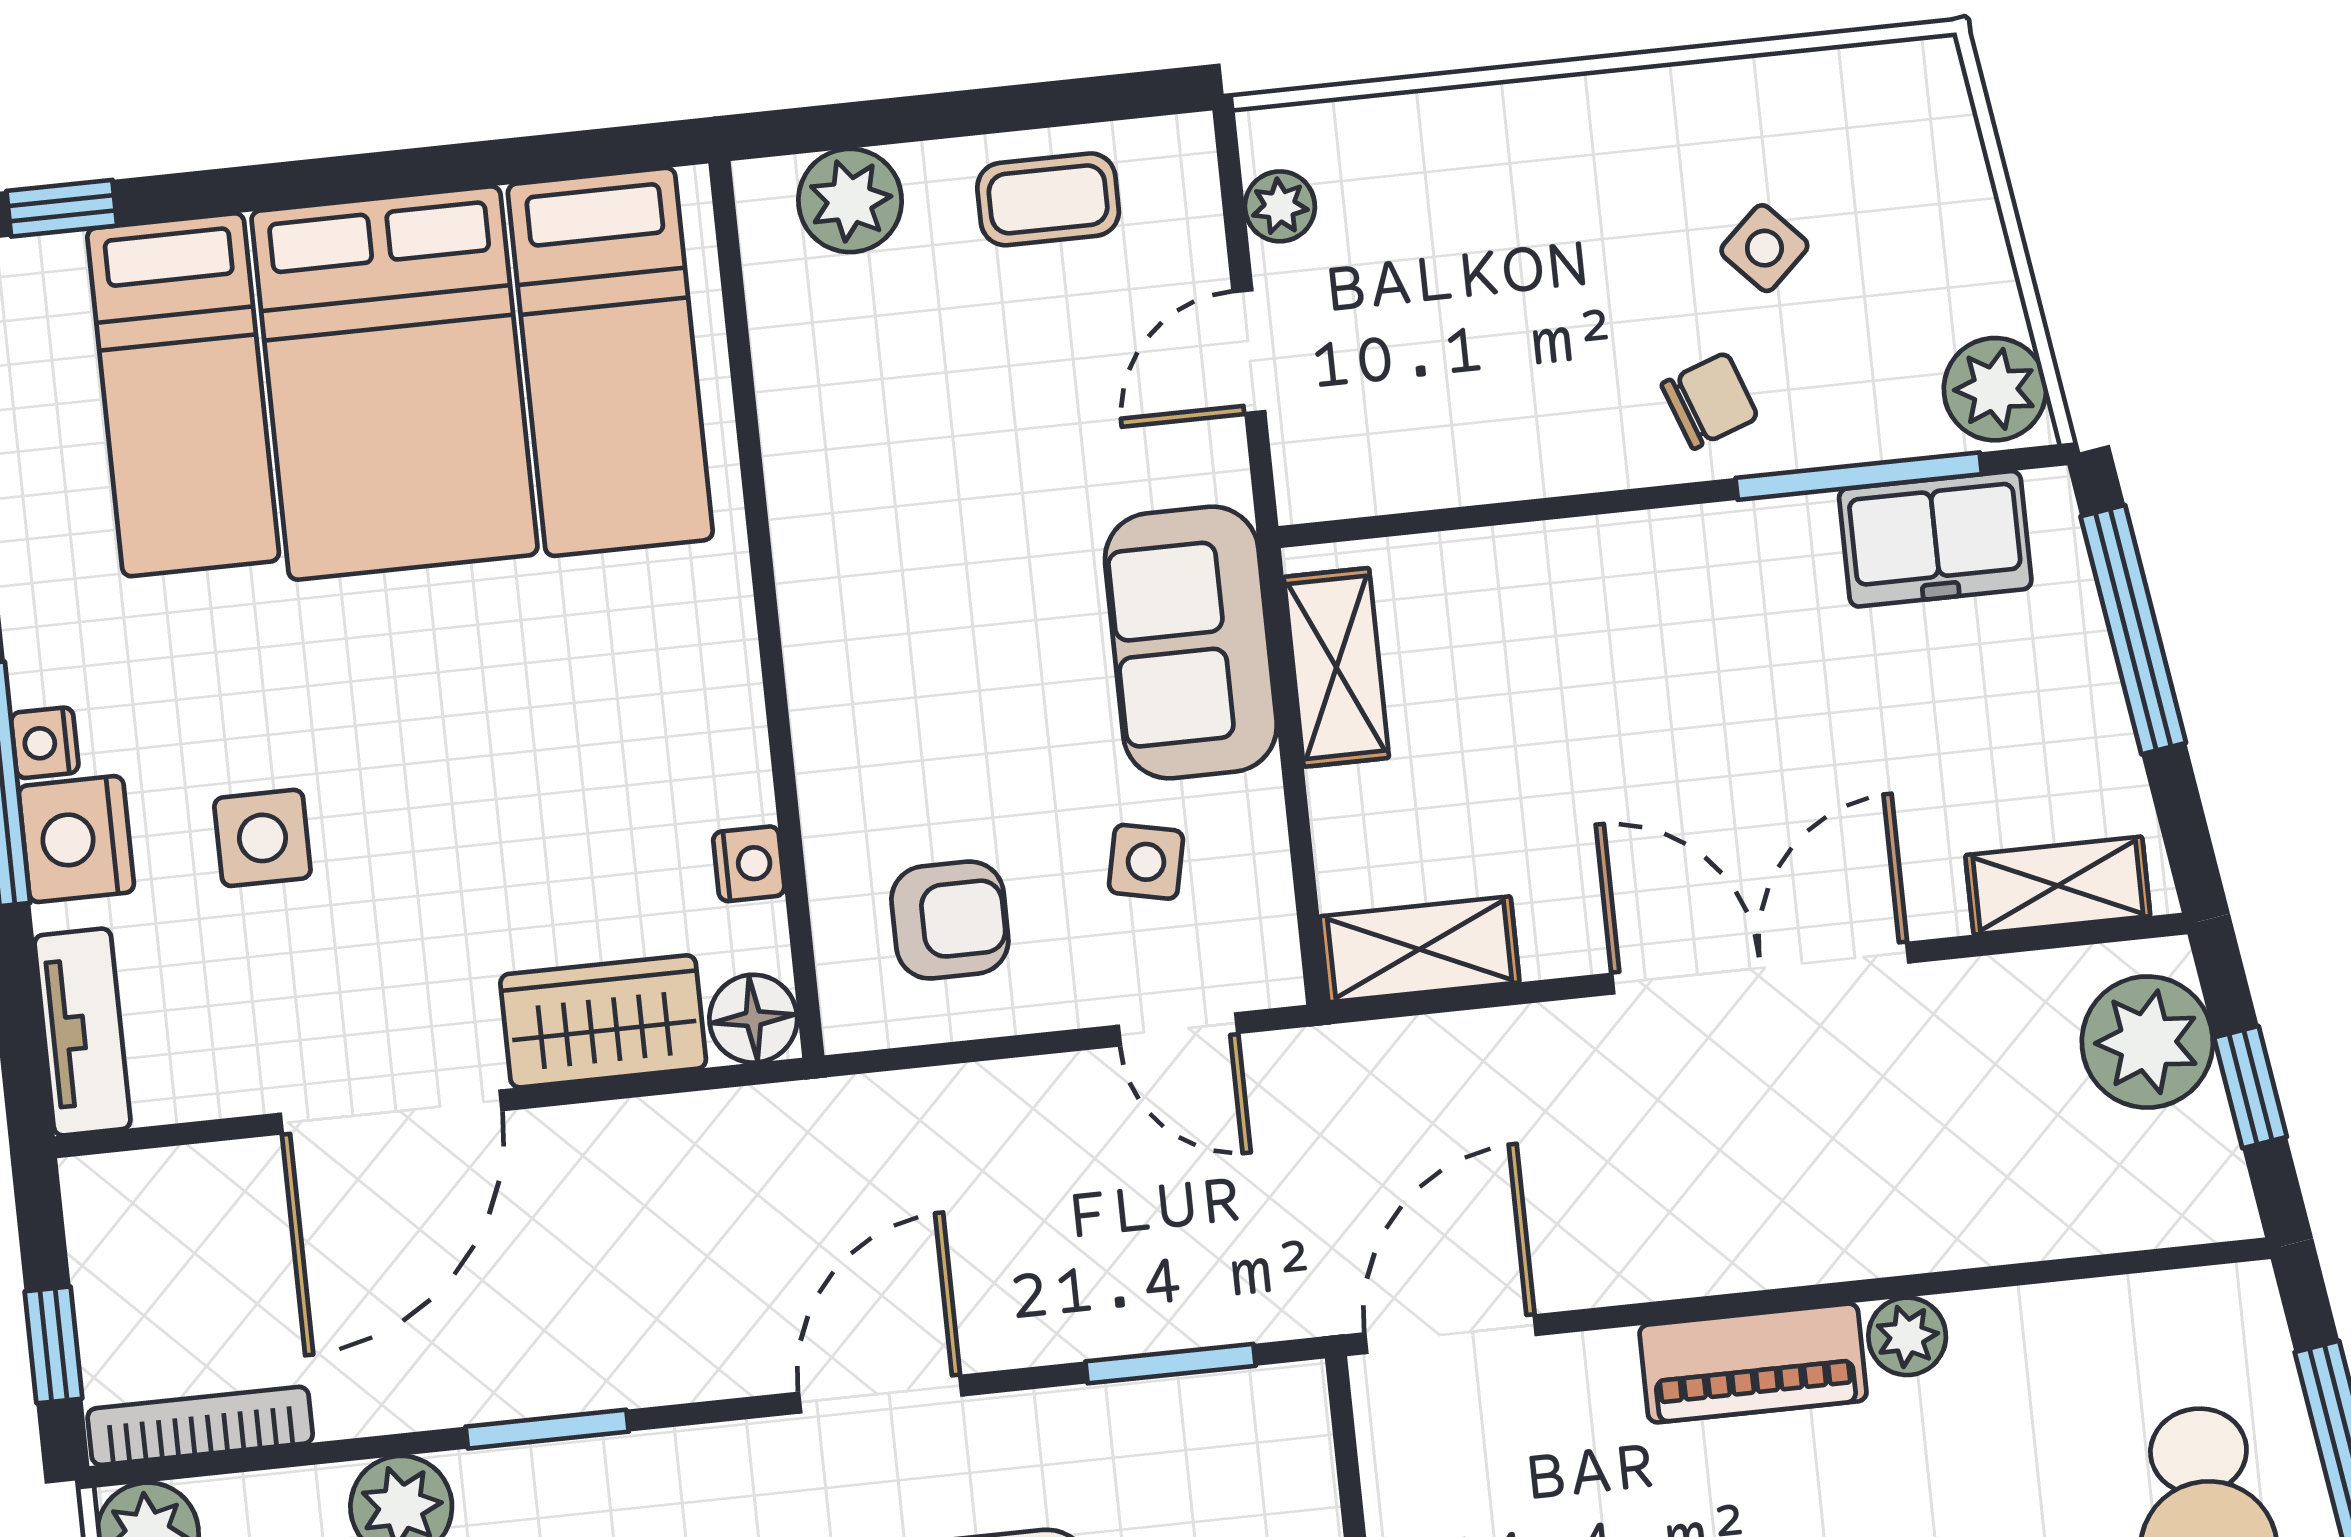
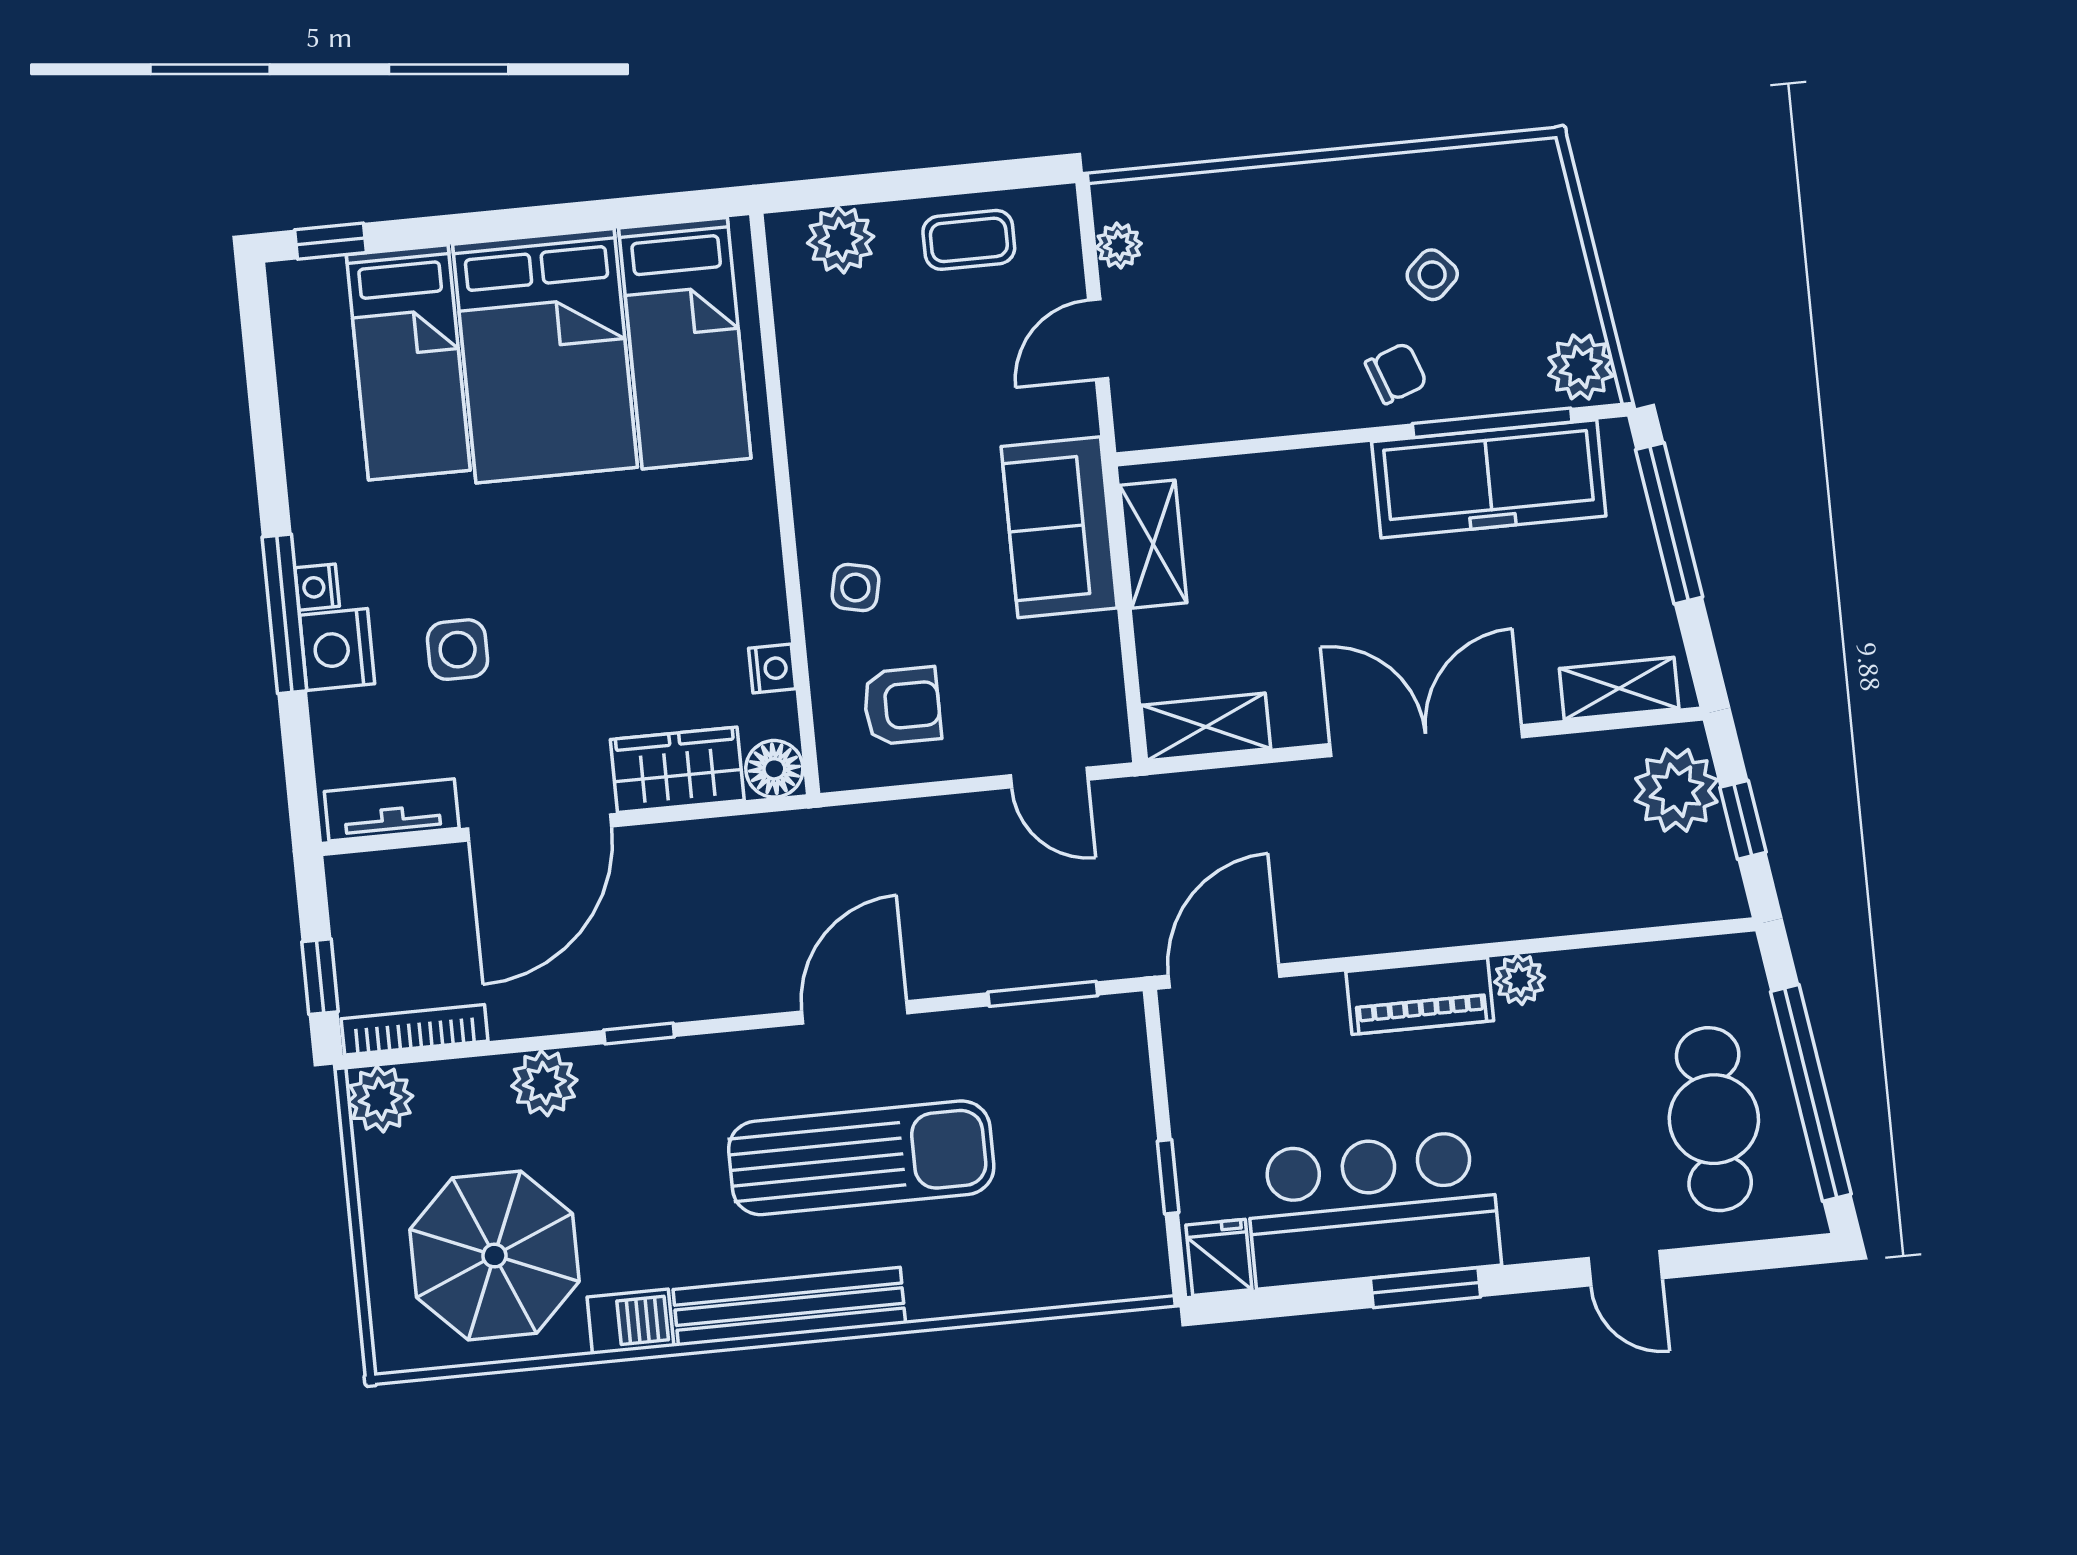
freezer: (1935, 539) -> (1489, 479), width x1.91, depth x1.26
side table: (1146, 862) -> (855, 588), moved
tv unit: (82, 1032) -> (392, 810), moved, turned -90
window: (547, 1429) -> (639, 1033), width x0.67

